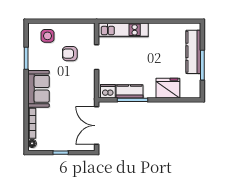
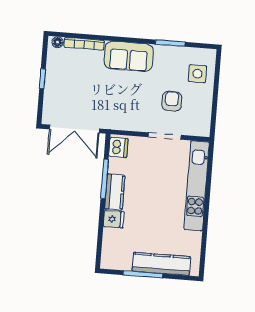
kitchen unit: (123, 30) -> (197, 186), width x1.36
fridge: (168, 88) -> (114, 219), width x0.53, depth x0.75
kitchen counter: (129, 91) -> (115, 192), moved
double door: (97, 126) -> (74, 129), swing flipped

